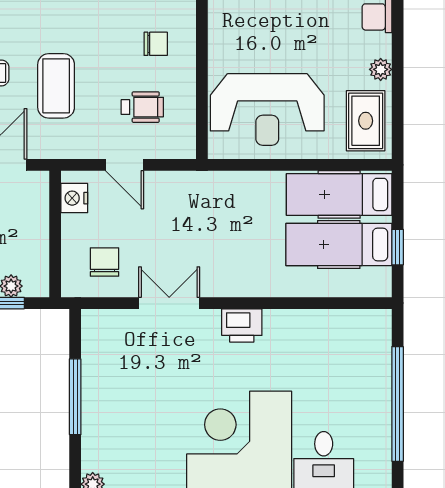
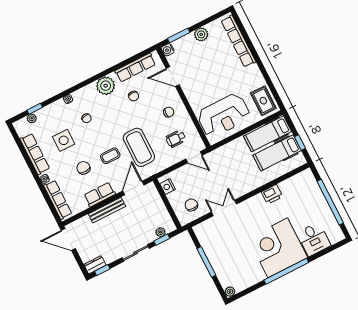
plant: (381, 69) -> (259, 78), removed
coffee table: (56, 86) -> (139, 147), width x1.36, depth x1.32
wheelchair: (142, 107) -> (176, 139), turned 180
door: (125, 165) -> (194, 157), moved
printer: (242, 325) -> (272, 194), moved

